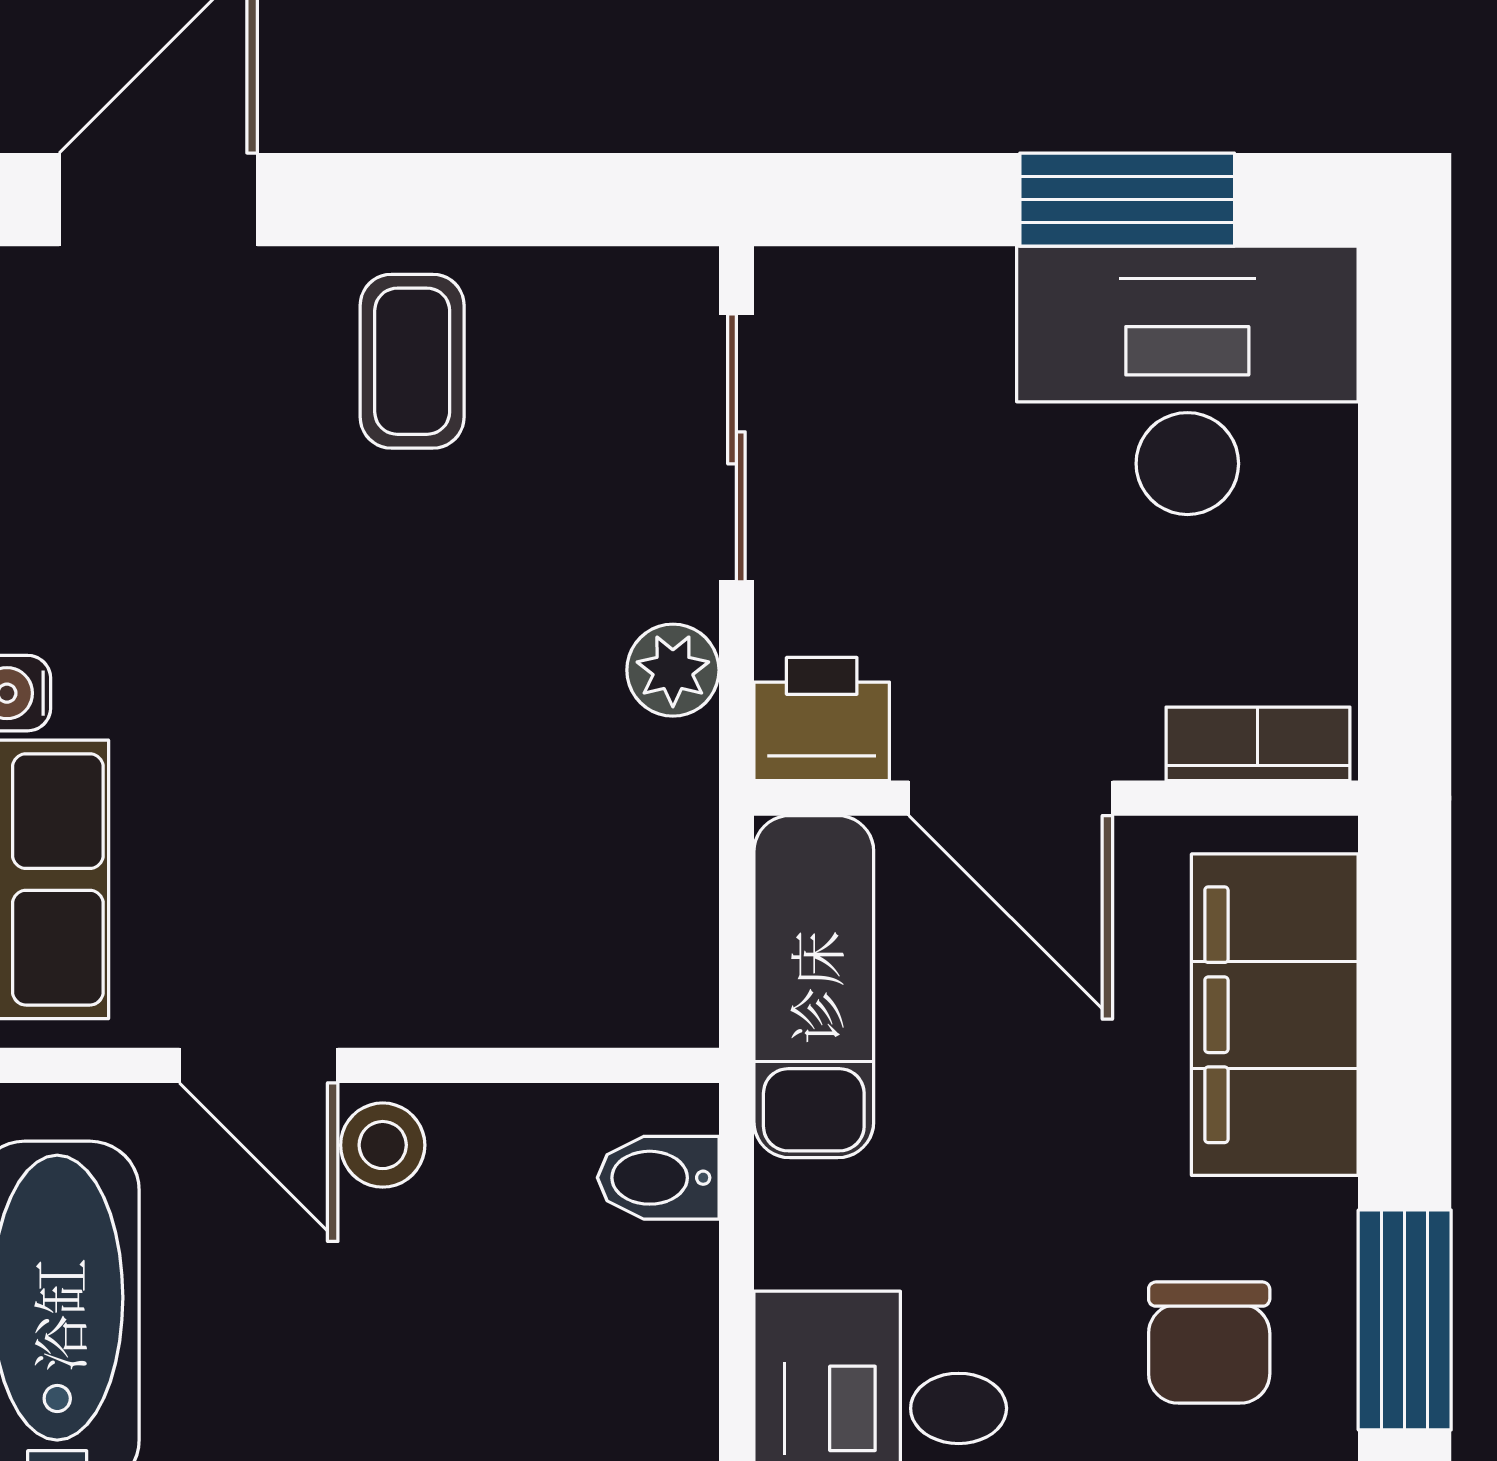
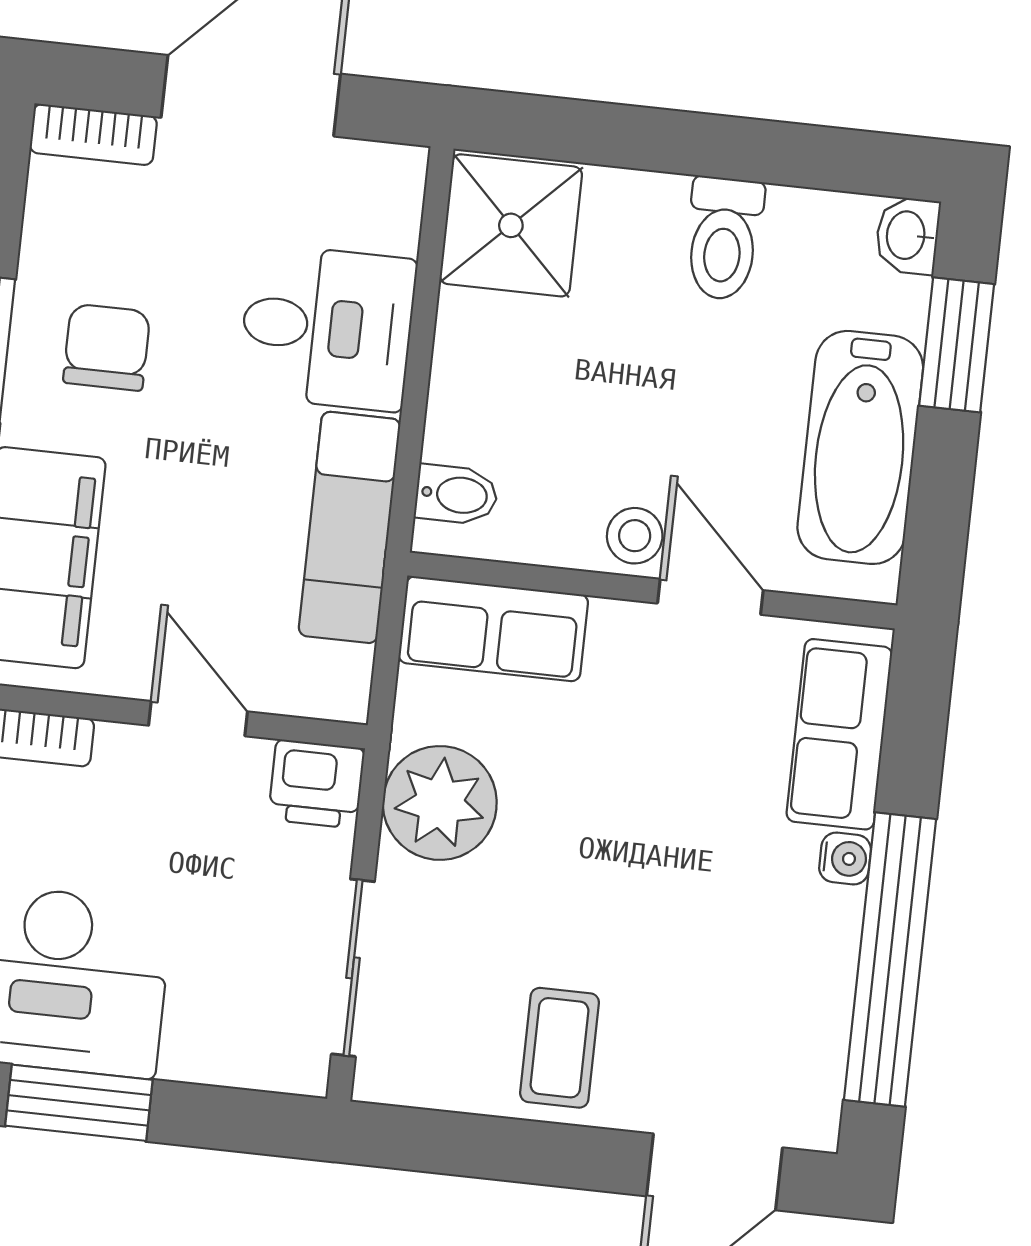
plant: (673, 670) -> (440, 803), width x1.87, depth x1.87
door: (1011, 798) -> (198, 719), width x0.73
row of seats: (580, 982) -> (493, 629), added
exam couch: (814, 987) -> (349, 527), moved

